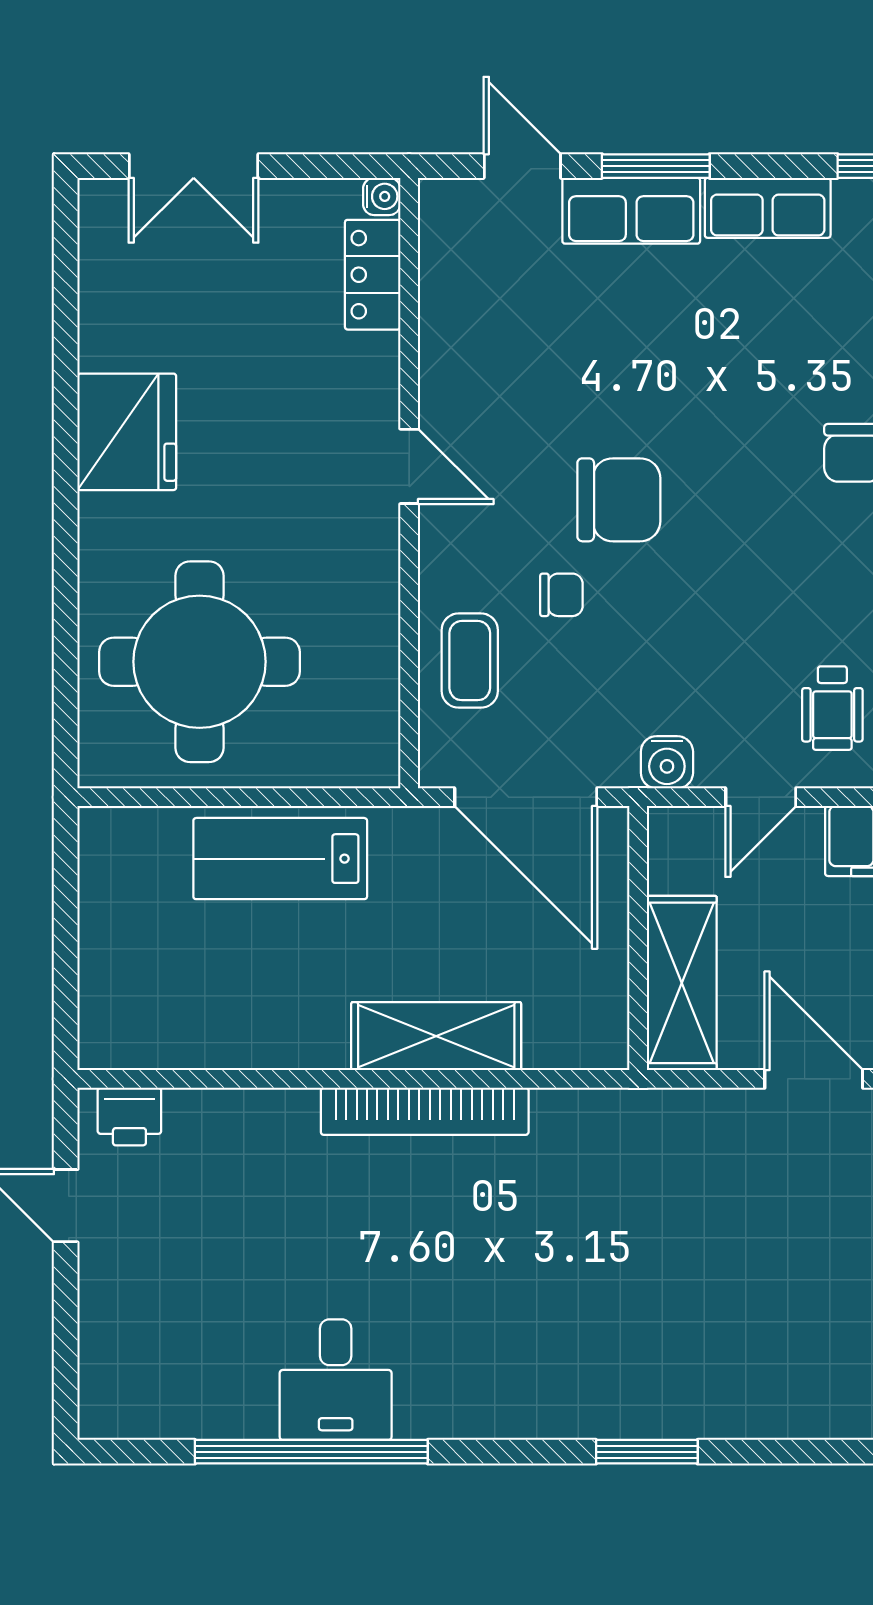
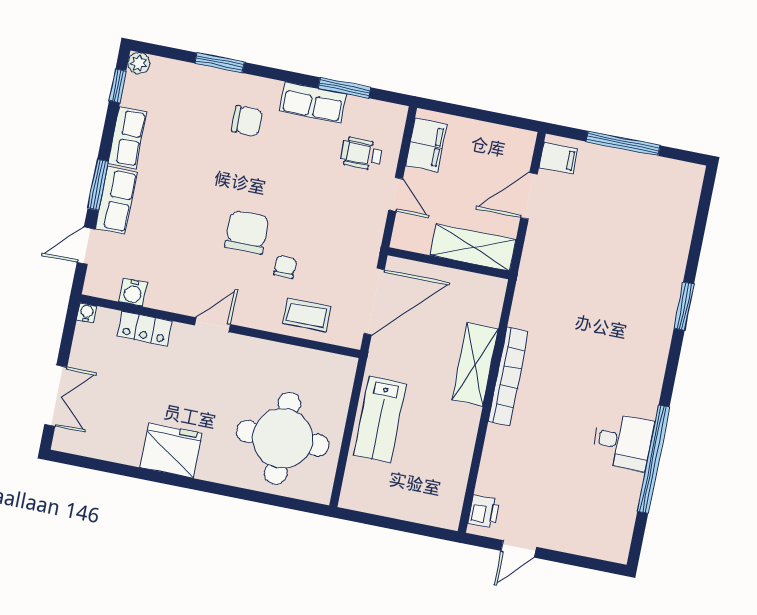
locker: (373, 275) -> (145, 328), moved
wheelchair: (832, 708) -> (361, 154), turned 180
water cooler: (667, 762) -> (133, 292), moved, turned 90

